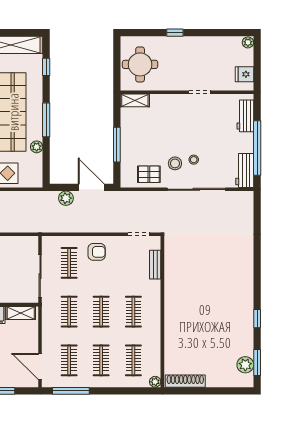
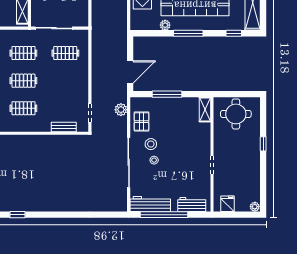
workbench: (245, 170) -> (150, 204), width x1.38
plant: (66, 198) -> (121, 110), moved
armchair: (97, 252) -> (75, 77), removed

